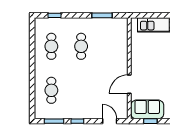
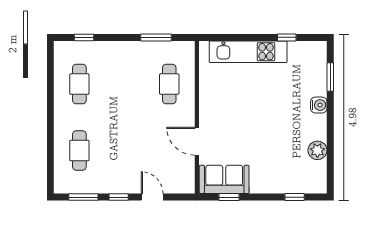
cafe table: (81, 46) -> (169, 84), moved
door: (129, 84) -> (197, 141), hinge flipped
door: (110, 121) -> (152, 197), moved

